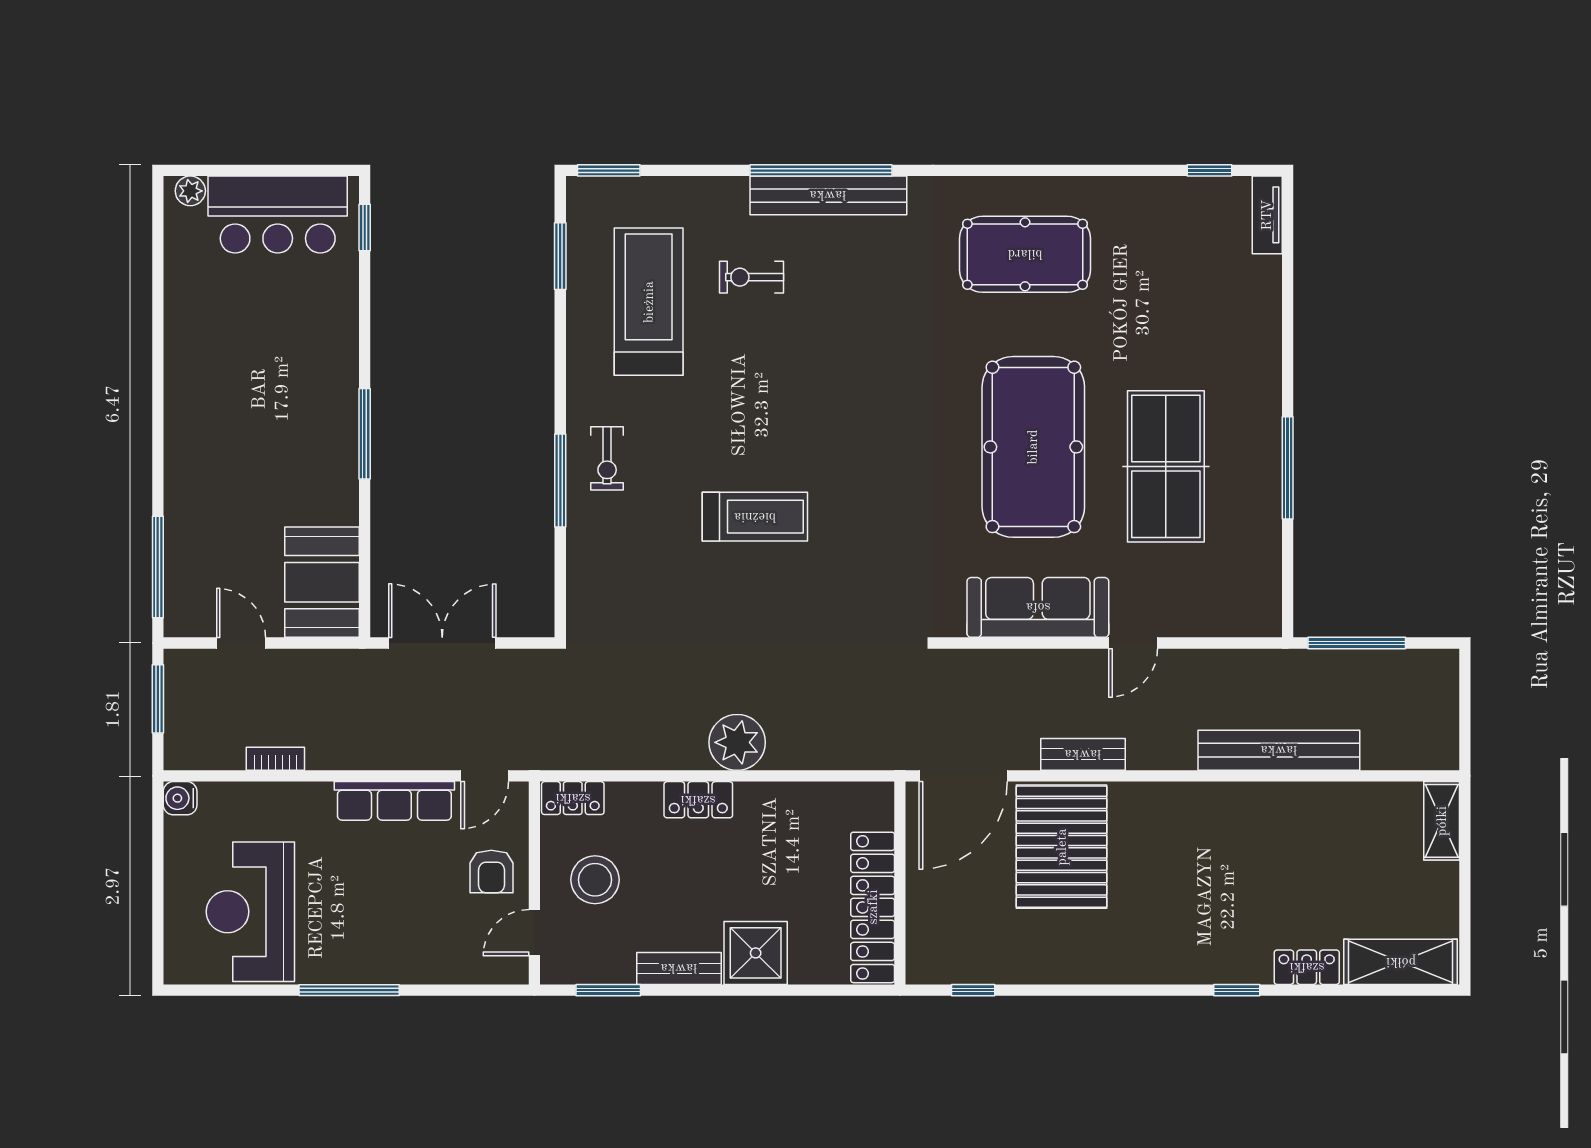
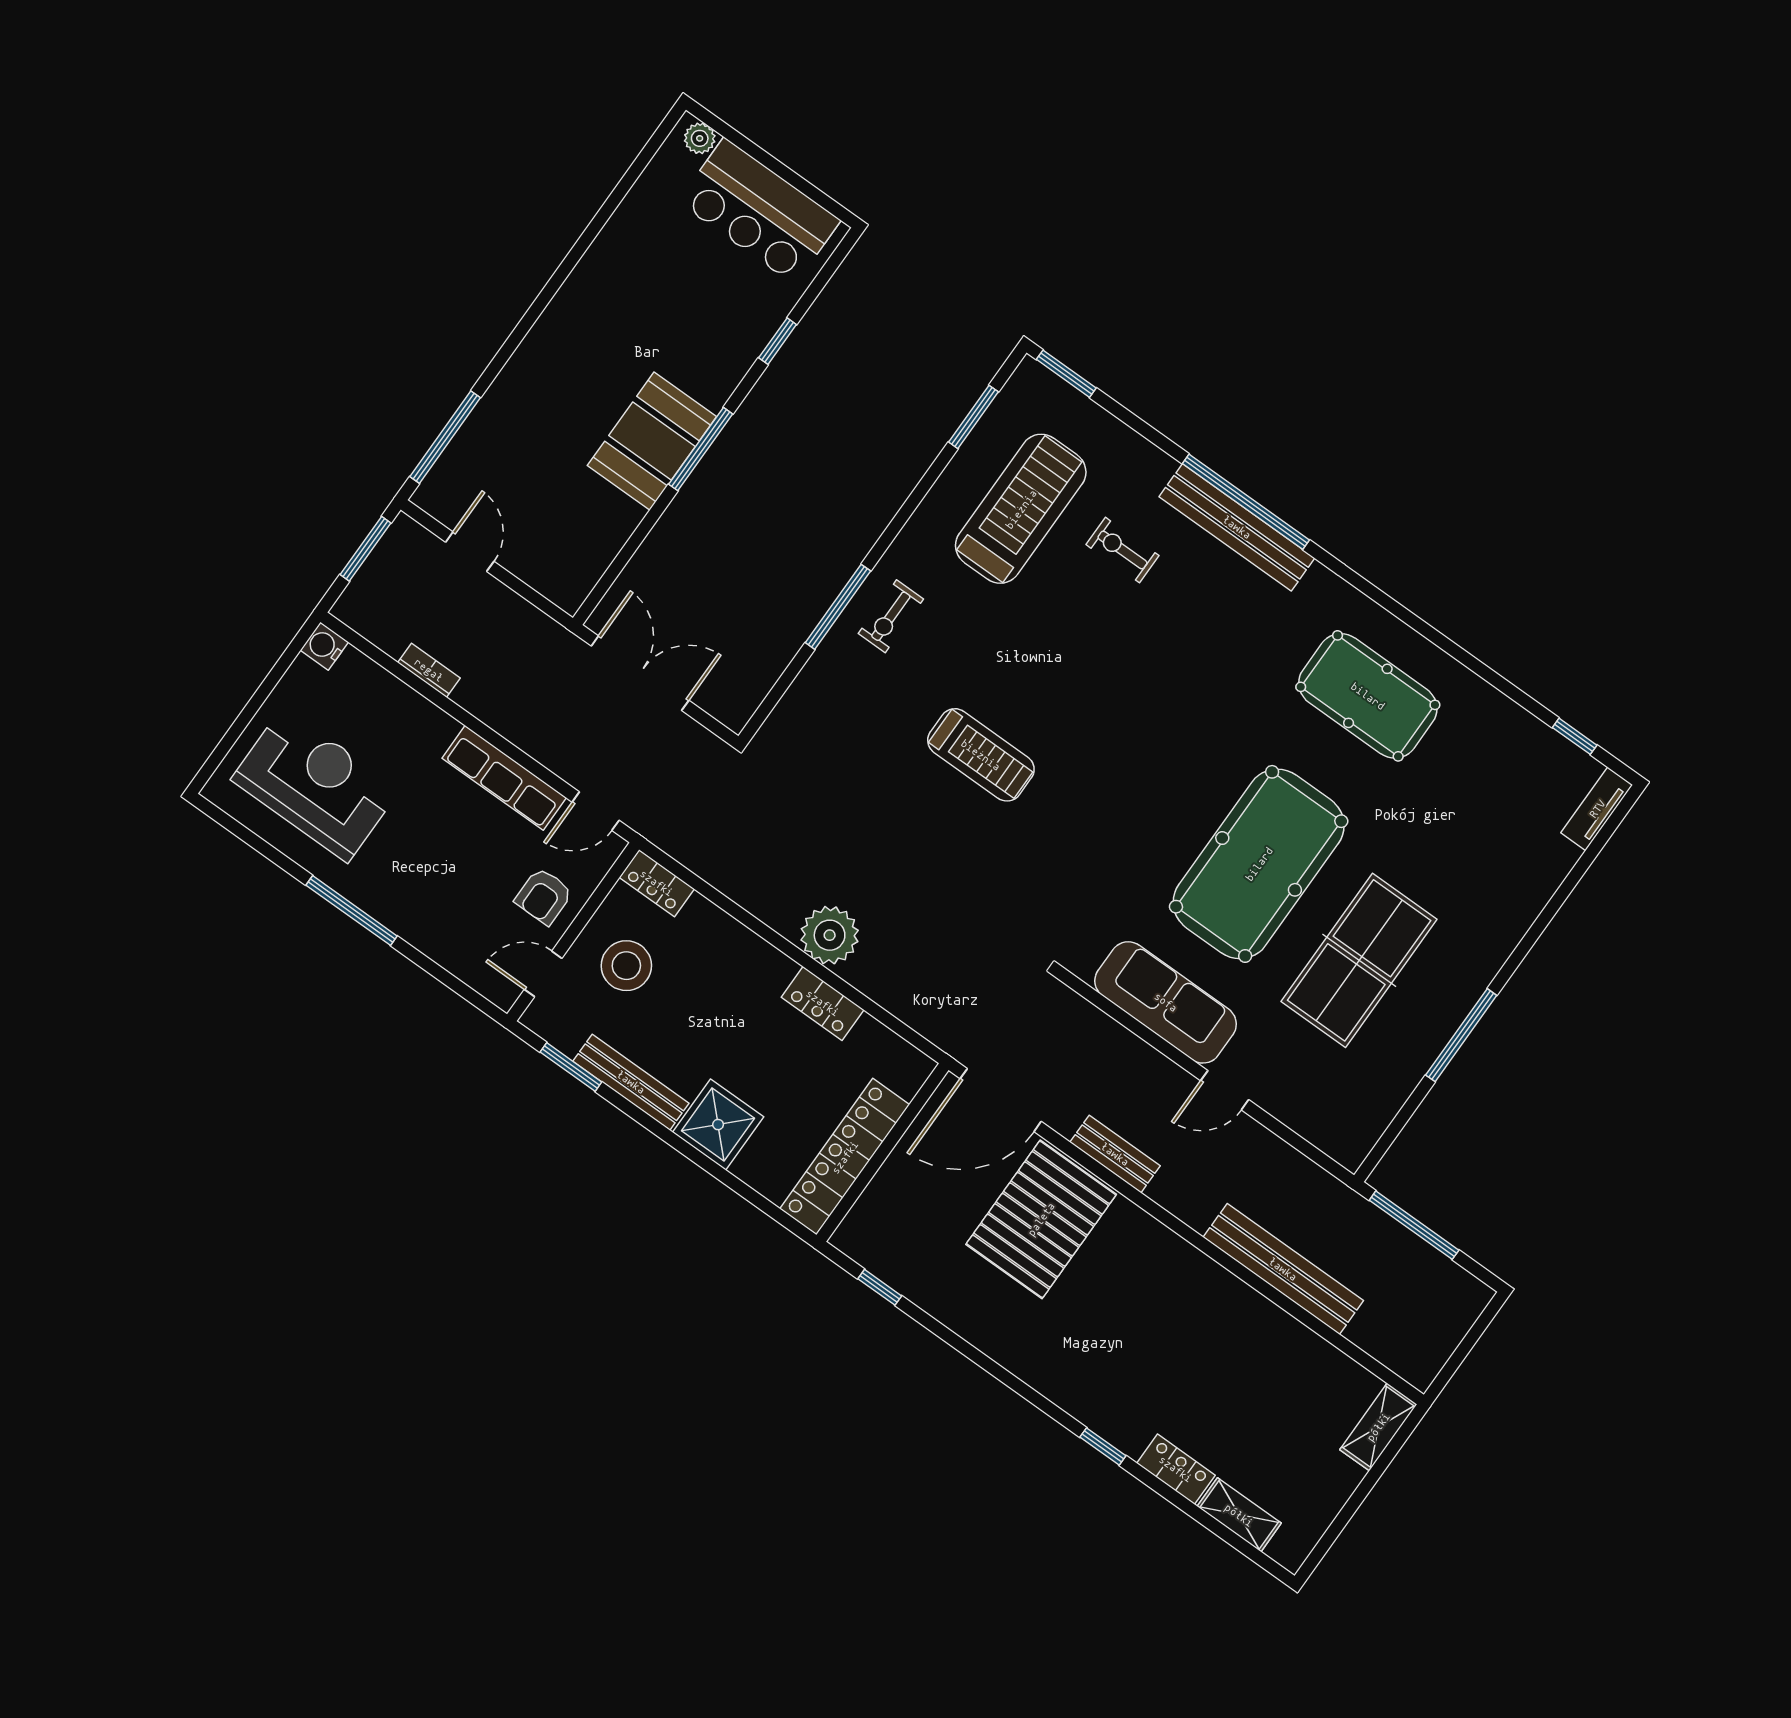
window: (365, 228) -> (778, 341), moved
booth: (322, 582) -> (652, 441), moved
locker: (698, 800) -> (823, 1003), moved
reception desk: (250, 912) -> (315, 785), turned 90
shelving: (1401, 962) -> (1239, 1515), width x0.67, depth x0.75
bench: (679, 968) -> (631, 1082), width x1.36

